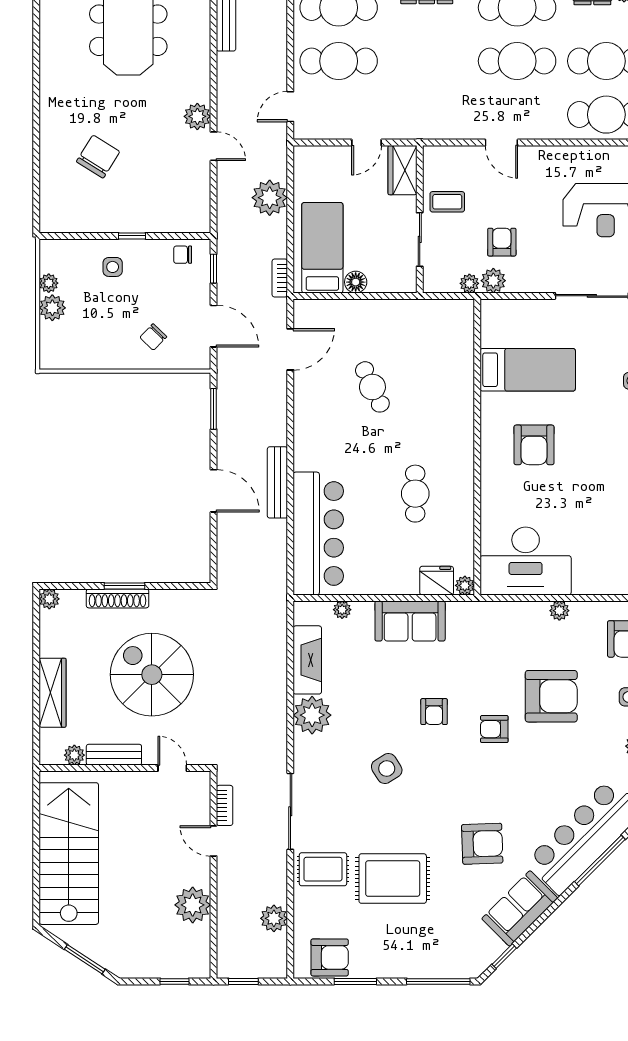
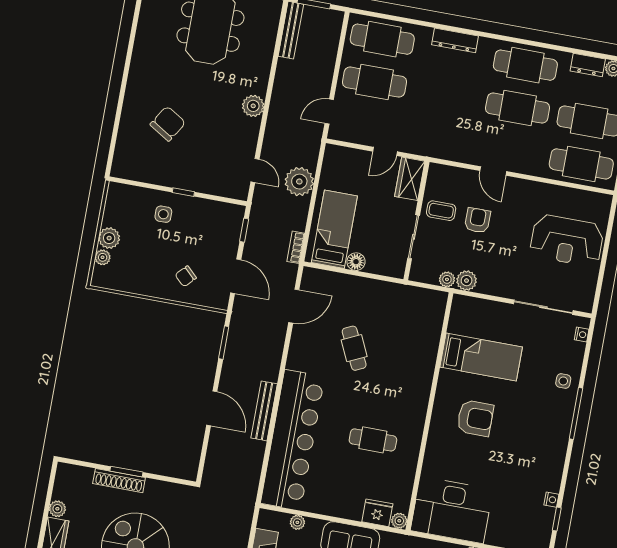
door: (214, 146) -> (255, 171), moved
armchair: (502, 242) -> (478, 220), moved
chair: (183, 255) -> (221, 215), removed
plant: (49, 283) -> (103, 257), moved
armchair: (534, 445) -> (475, 418), turned -90
cafe table: (415, 494) -> (373, 440), turned 90
bar counter: (318, 534) -> (293, 440), width x1.36
plant: (49, 599) -> (57, 509), moved

